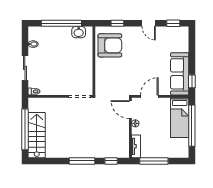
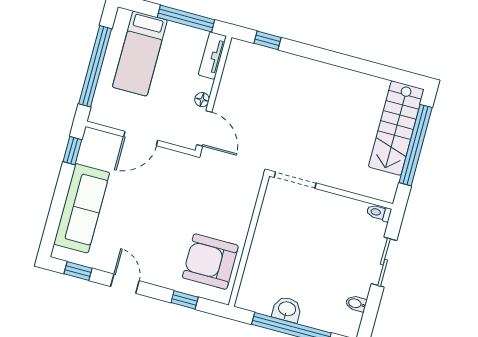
washbasin: (79, 32) -> (287, 309), moved
sofa: (180, 74) -> (82, 208), moved
door: (149, 96) -> (141, 139), moved
bed: (180, 118) -> (140, 54), moved, turned 180
window: (82, 161) -> (323, 55), removed

